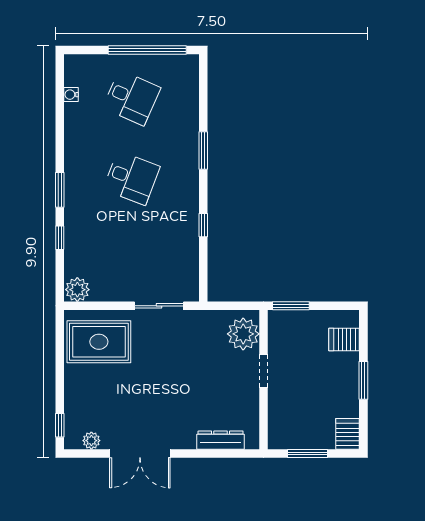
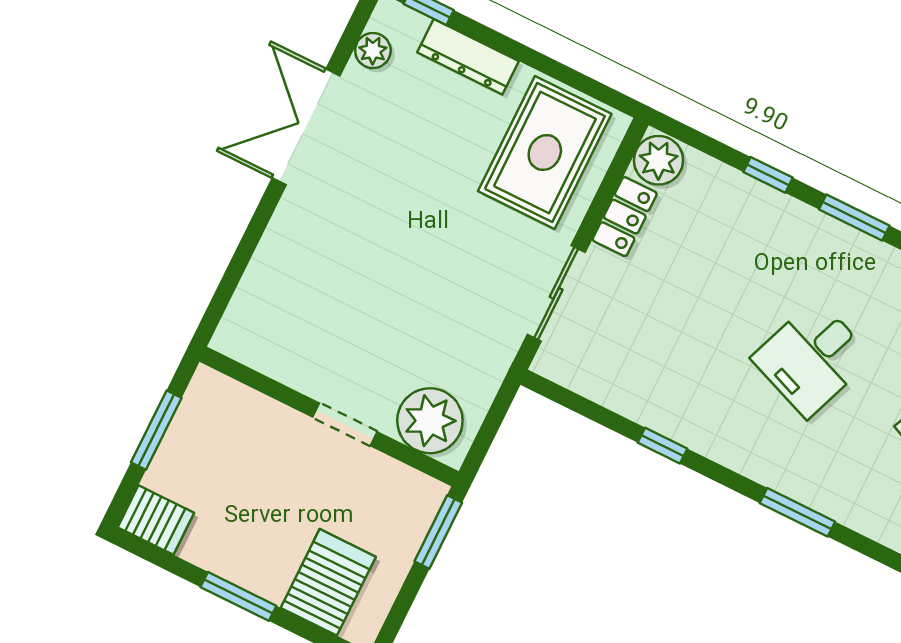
locker: (110, 292) -> (625, 217), added
server rack: (344, 339) -> (328, 582), width x1.36, depth x1.44
dresser: (221, 440) -> (468, 57), moved, turned 90

